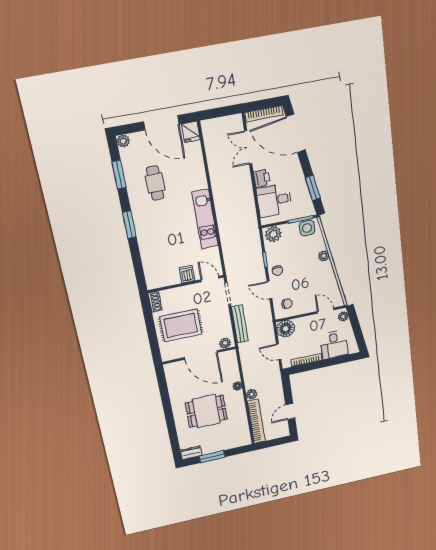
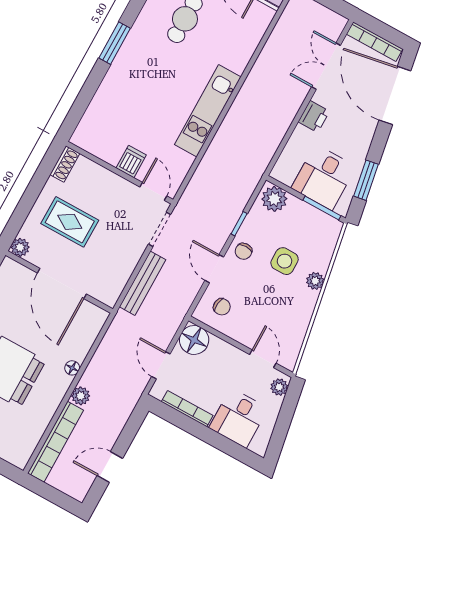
desk: (274, 200) -> (324, 177), moved, turned -90
side table: (307, 228) -> (285, 261), moved
rug: (181, 325) -> (70, 222), width x0.73, depth x0.70
plant: (225, 343) -> (20, 247), moved

